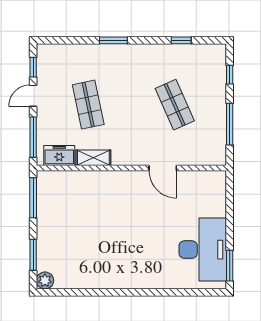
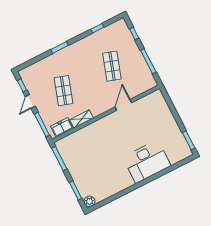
shop shelf: (88, 105) -> (64, 91), turned 30
shop shelf: (175, 105) -> (112, 66), turned 42
door: (163, 168) -> (123, 105), swing flipped
desk: (203, 250) -> (147, 162), moved, turned 90

